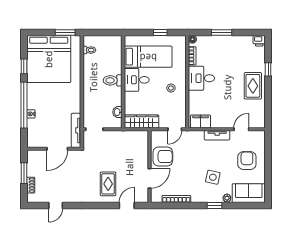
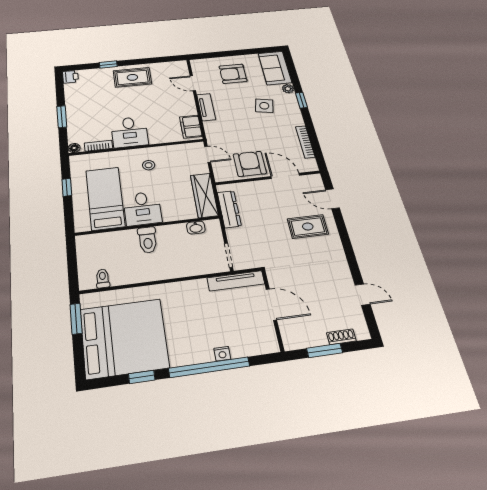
dresser: (128, 136) -> (229, 209), added

